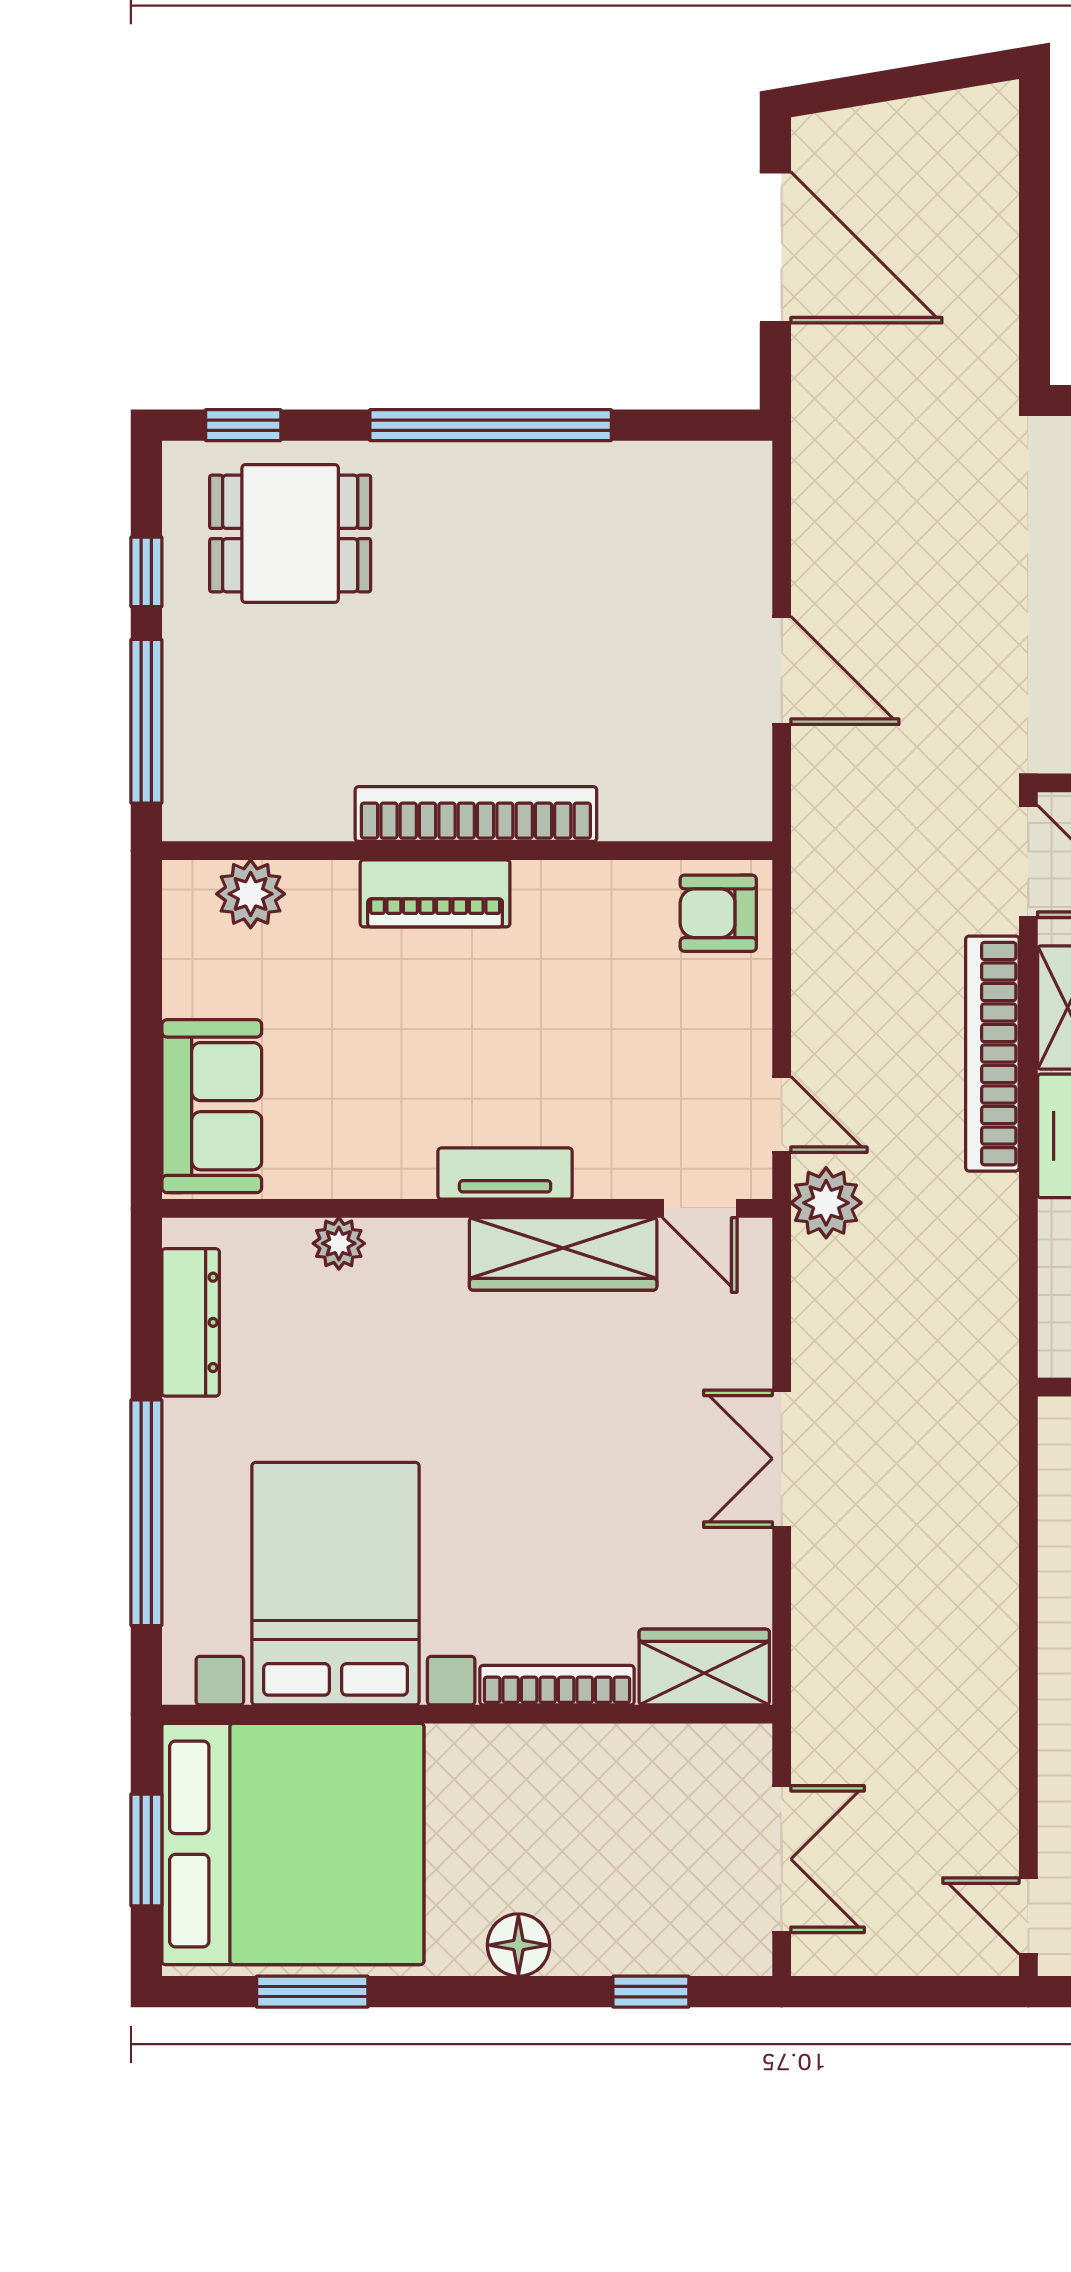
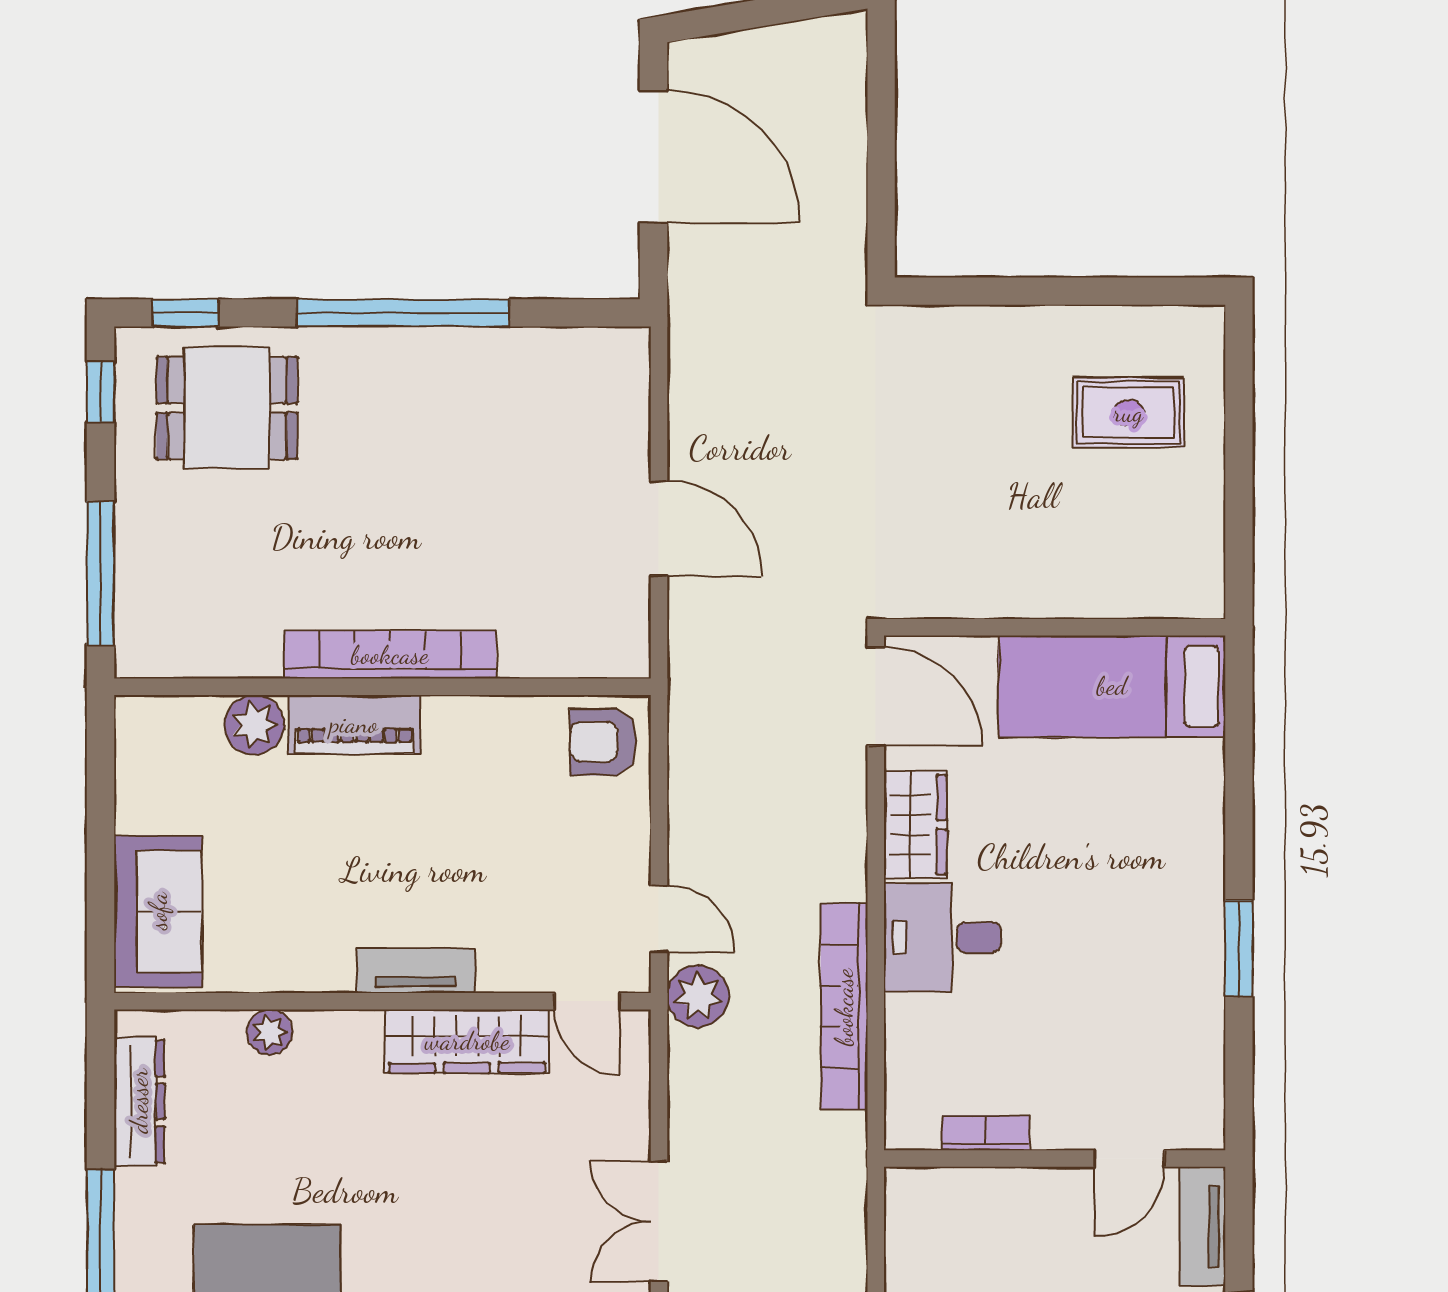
window: (146, 572) -> (101, 392), moved
plant: (251, 894) -> (254, 725), moved
bookcase: (992, 1054) -> (844, 1007), moved

